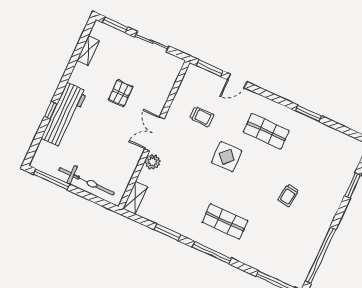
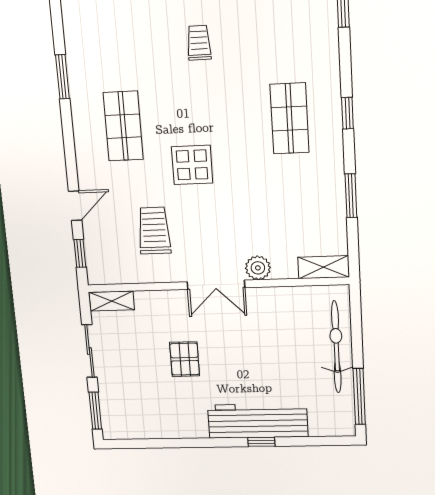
shelving: (88, 51) -> (112, 301), moved
window: (210, 68) -> (80, 253), width x0.67
door: (237, 81) -> (75, 206), hinge flipped
pallet: (121, 93) -> (185, 359), turned 90
trolley: (202, 116) -> (154, 231), width x1.36, depth x1.39
trolley: (288, 195) -> (199, 43), turned -97
window: (212, 253) -> (347, 113), width x0.46

